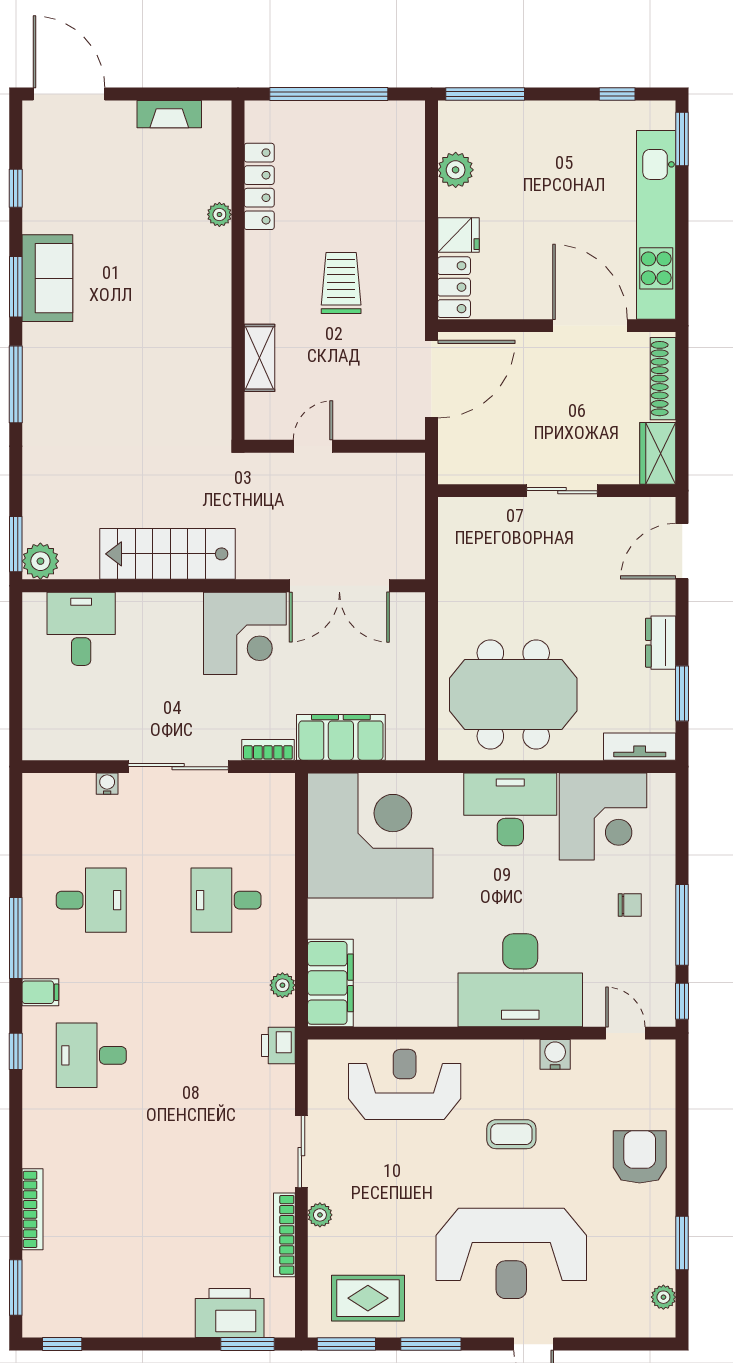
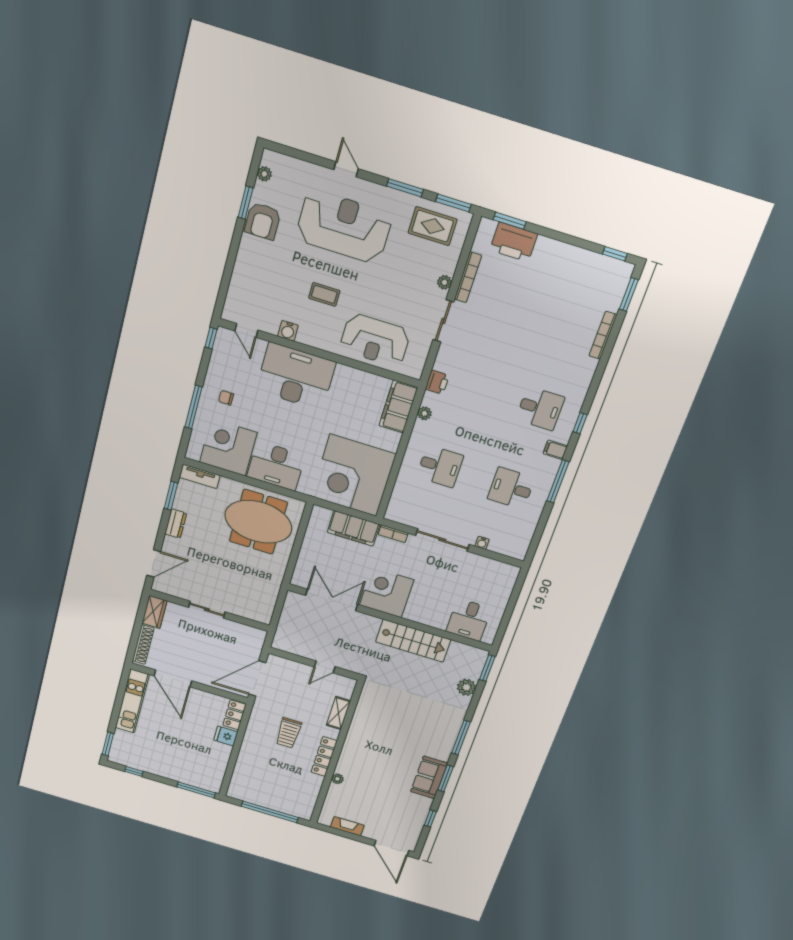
plant: (456, 170) -> (219, 763), removed
locker: (259, 186) -> (324, 756), moved
kitchen unit: (656, 225) -> (132, 701), width x0.73
plant: (40, 561) -> (466, 687), moved
window: (682, 925) -> (193, 407), moved
armchair: (640, 1157) -> (263, 221), moved

